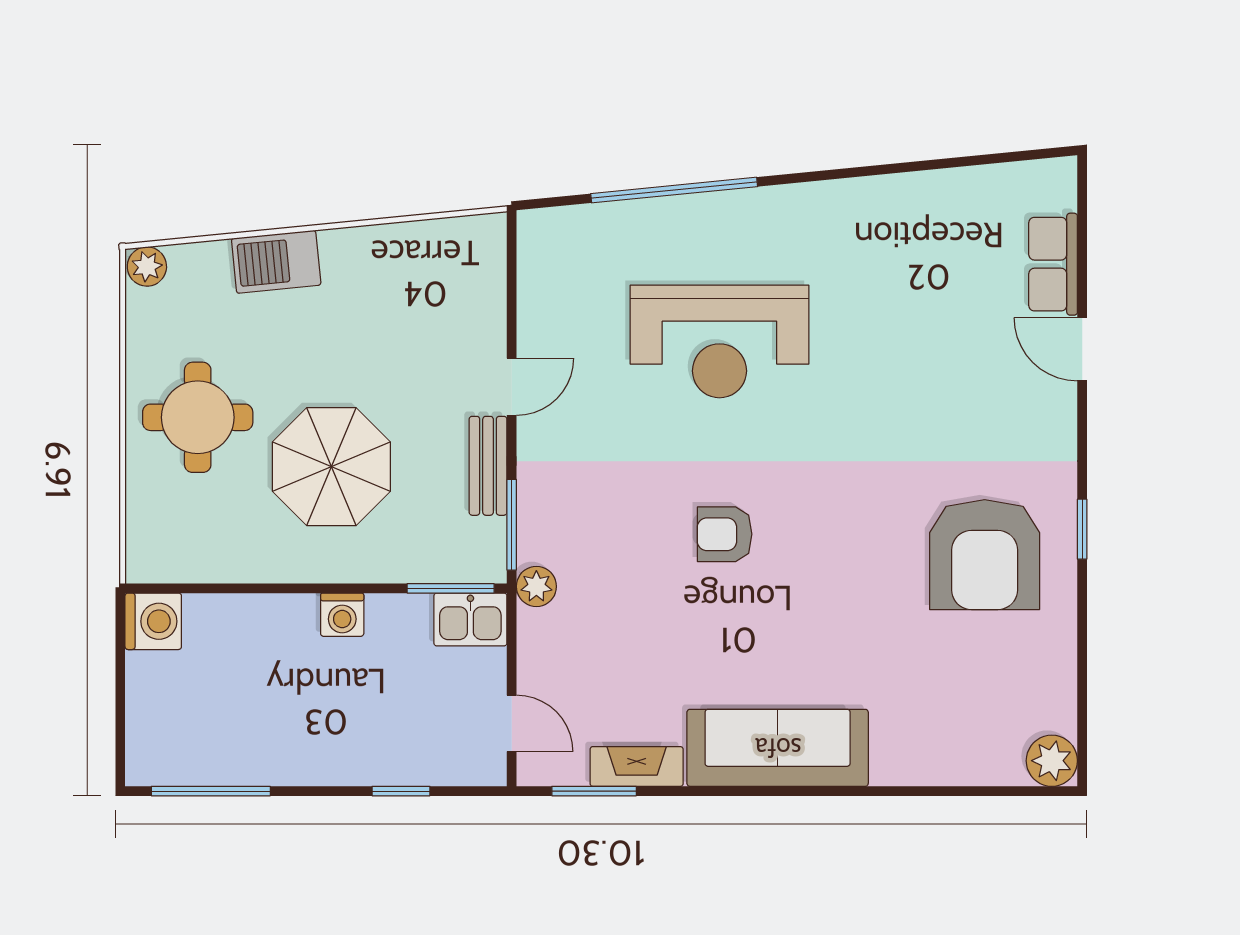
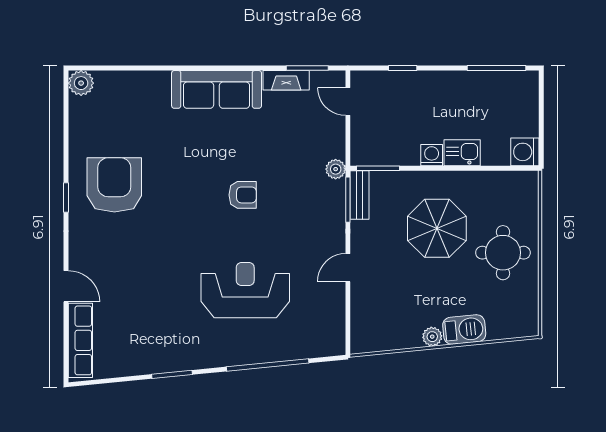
window: (868, 171) -> (172, 374), added
row of seats: (1053, 264) -> (80, 340), width x1.48
plant: (147, 267) -> (432, 337), moved
bench: (488, 466) -> (360, 195), moved
kitchen sink: (470, 620) -> (462, 153), moved

